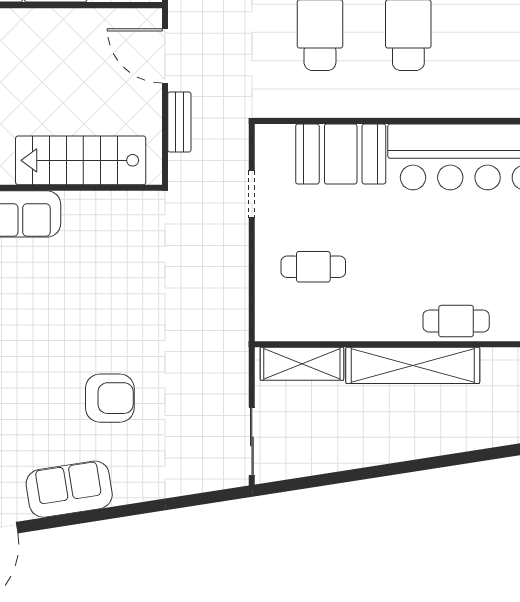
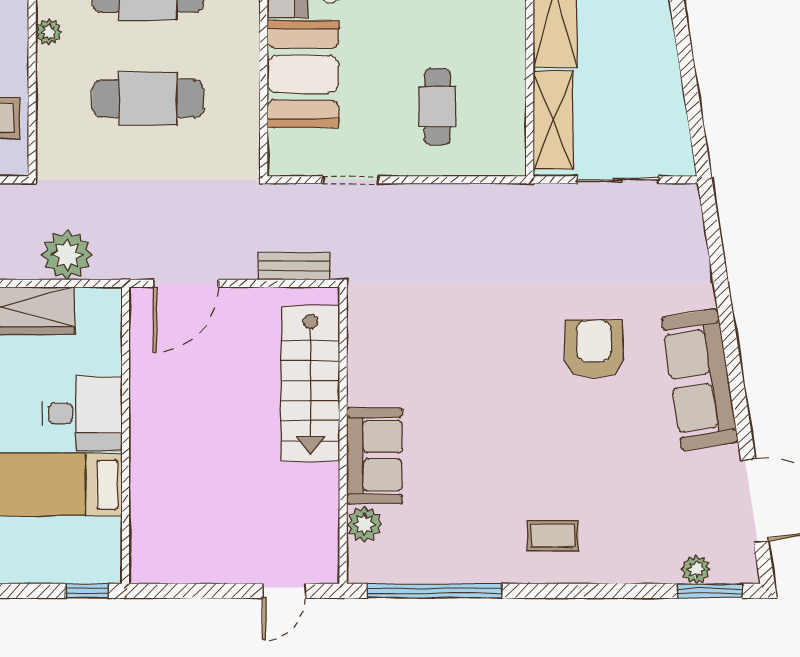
bench: (179, 122) -> (294, 266), moved
sliding door: (252, 441) -> (618, 180), moved
sofa: (69, 489) -> (700, 380), width x1.36

